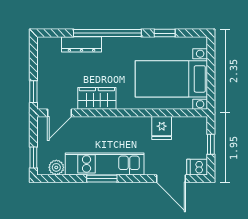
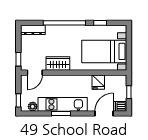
dresser: (82, 44) -> (33, 30), moved
door: (171, 179) -> (104, 113), swing flipped

